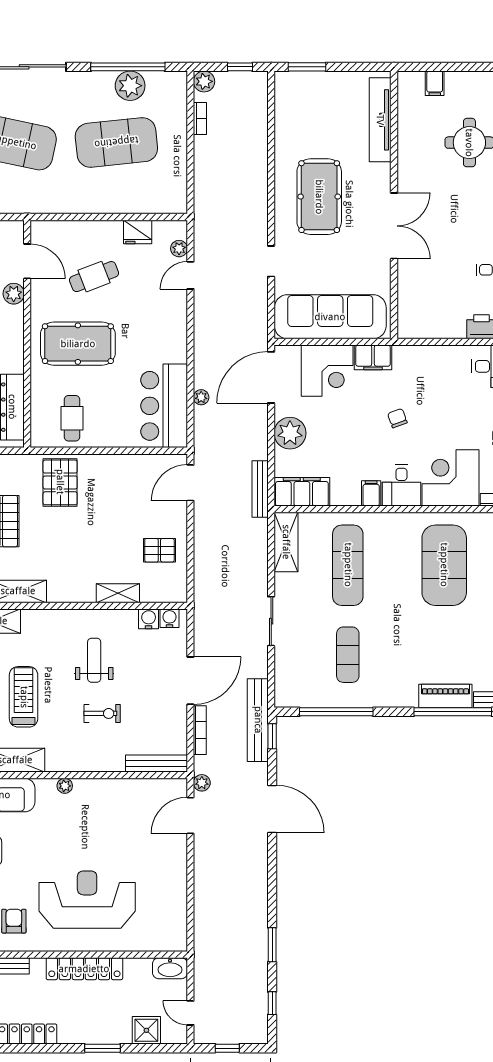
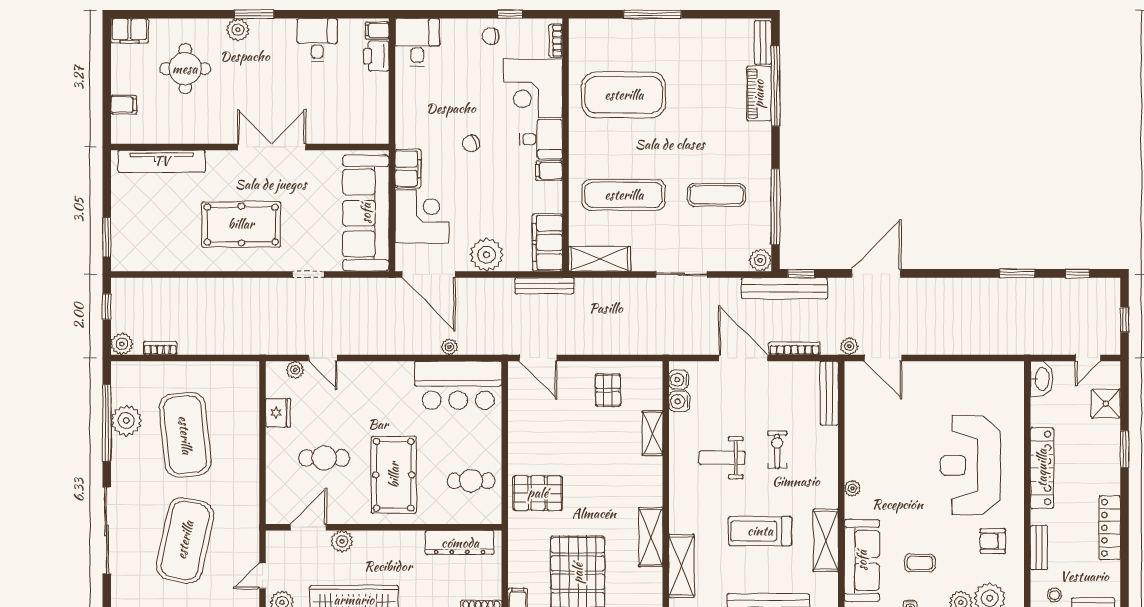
cafe table: (94, 277) -> (324, 458), turned -69
plant: (285, 697) -> (760, 260), added

